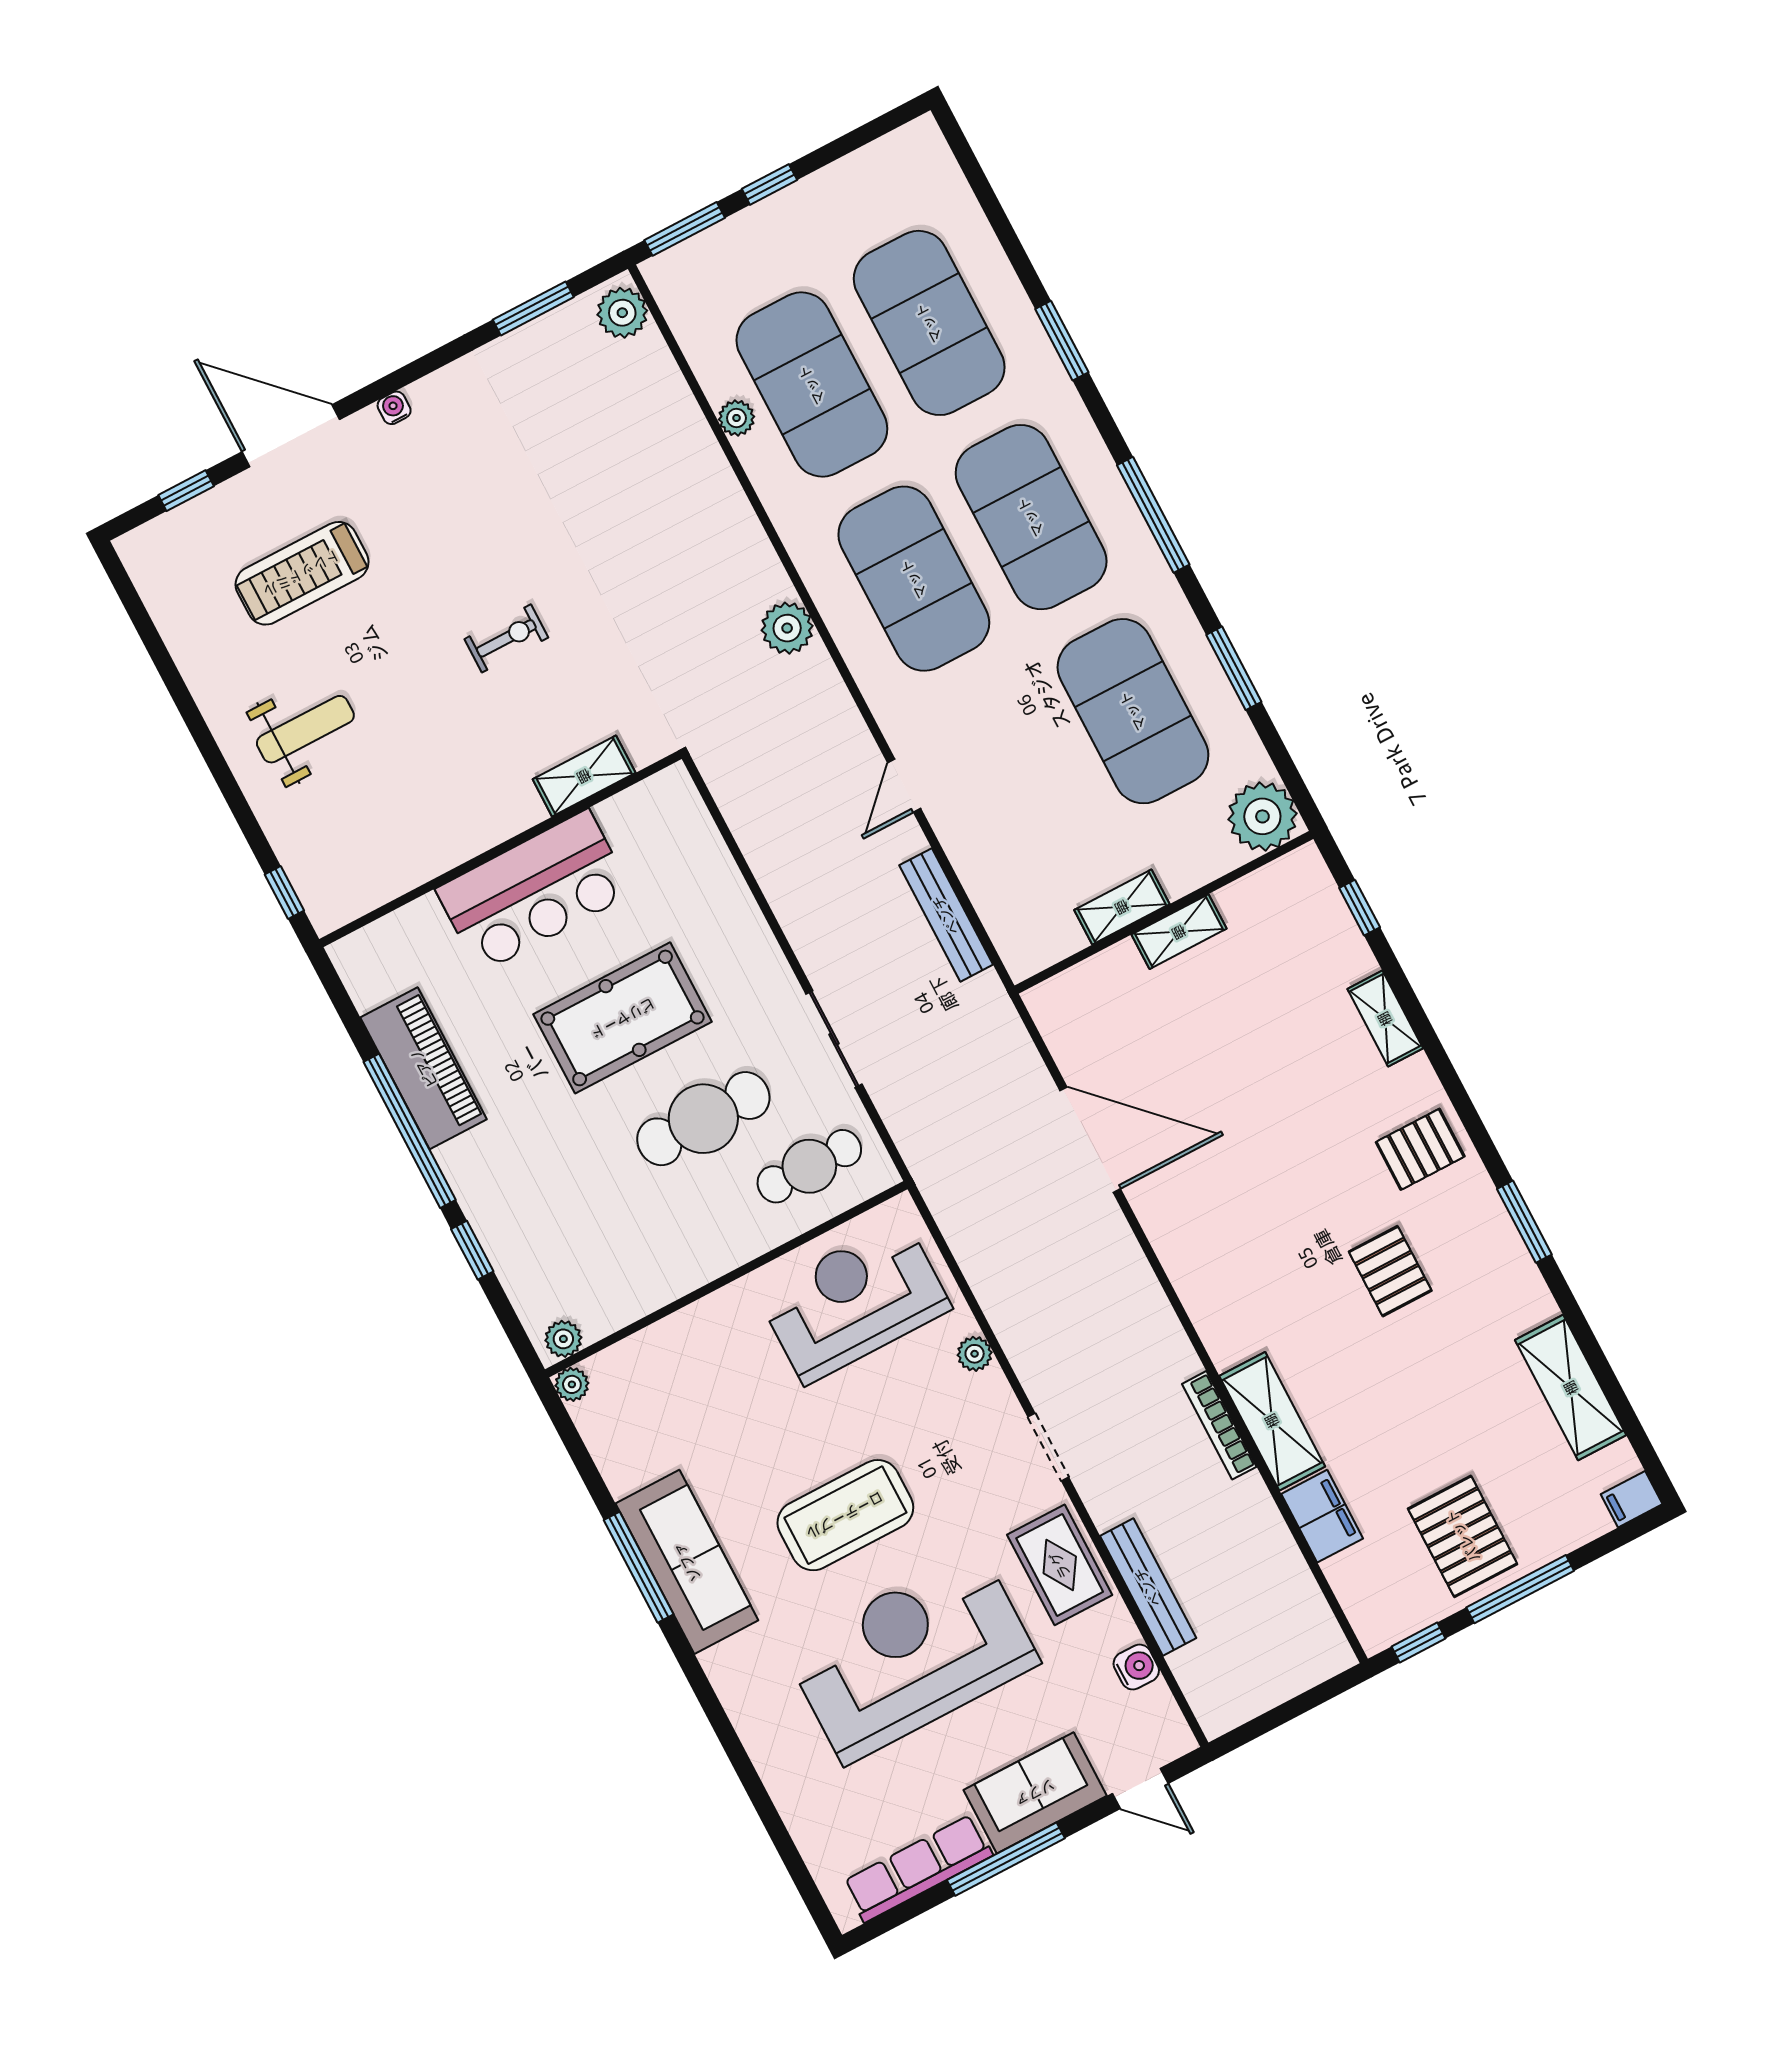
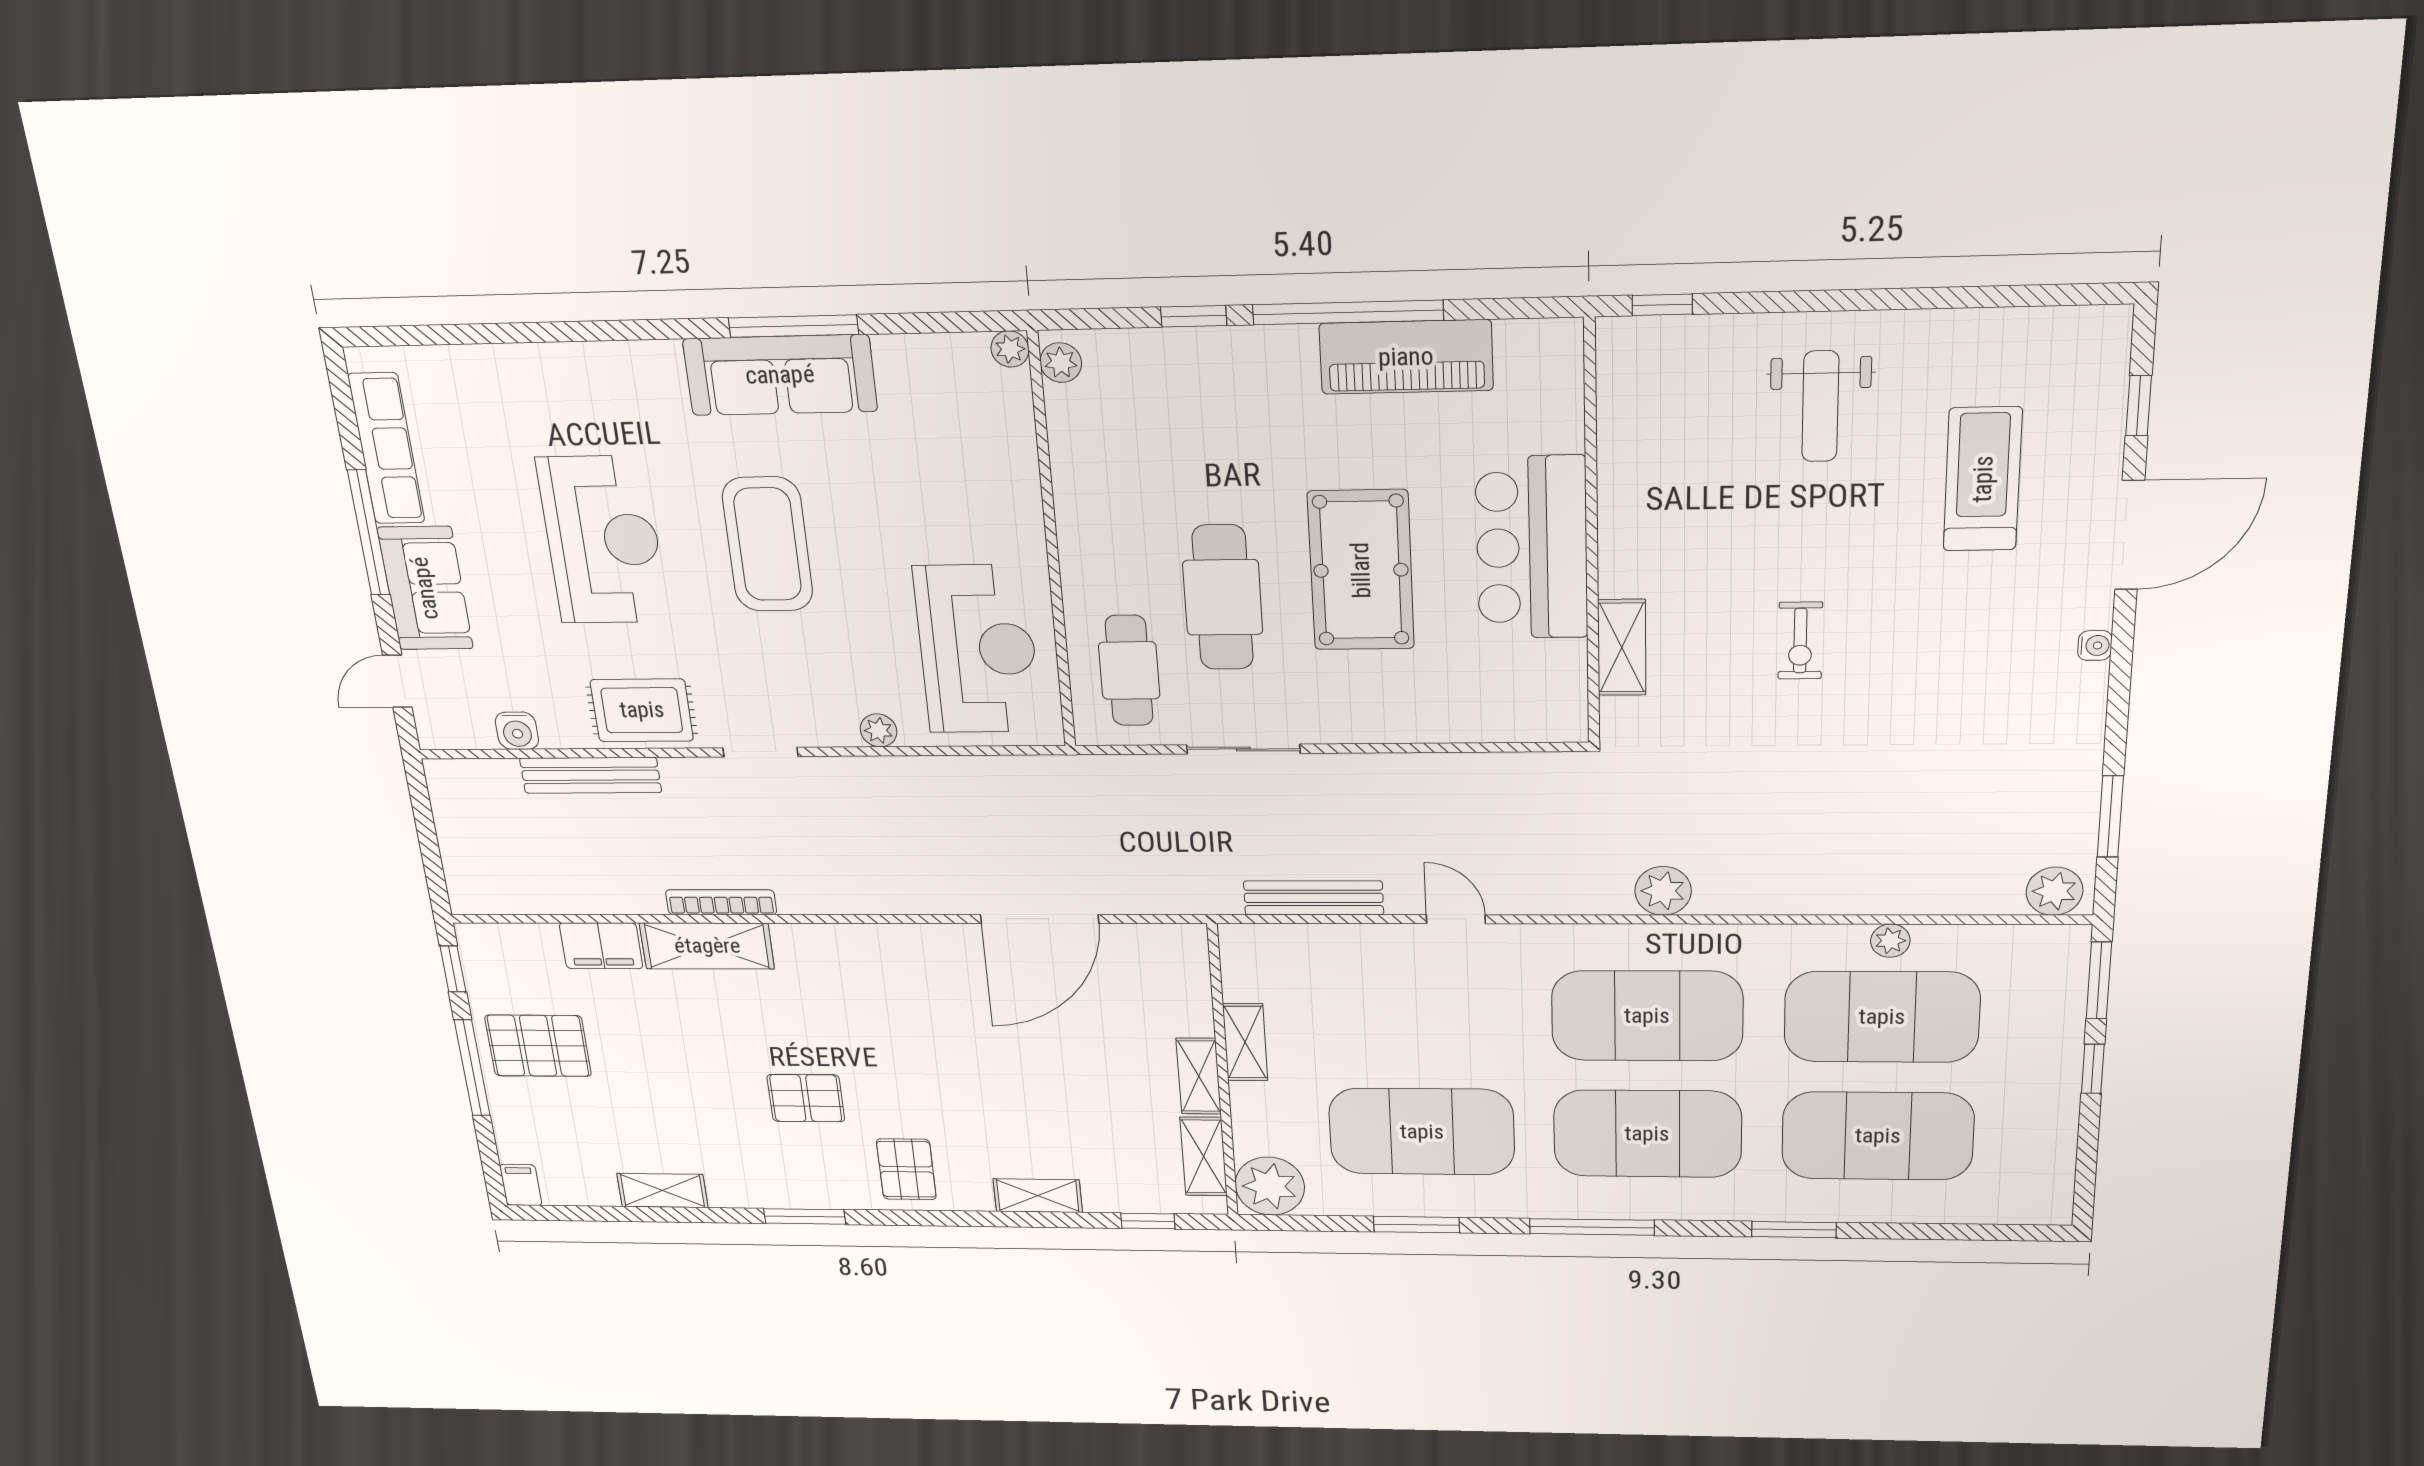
shelving: (1262, 889) -> (1204, 1156), added
shelving: (1571, 1388) -> (662, 1191), width x0.67, depth x0.75
reception desk: (912, 1656) -> (603, 540), width x0.74, depth x0.77

